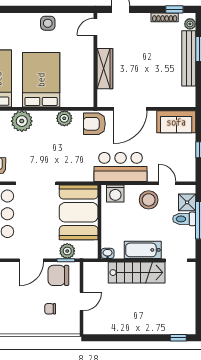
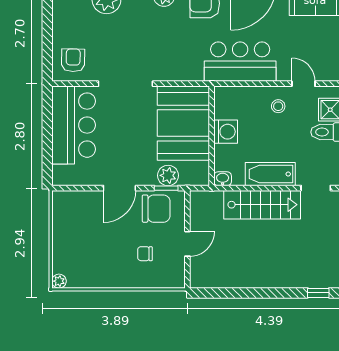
washing machine: (115, 194) -> (226, 132), moved, turned -90
stool: (149, 200) -> (278, 106), width x0.53, depth x0.53
chair: (58, 275) -> (156, 209), turned 180

